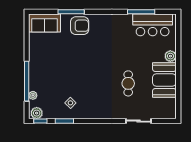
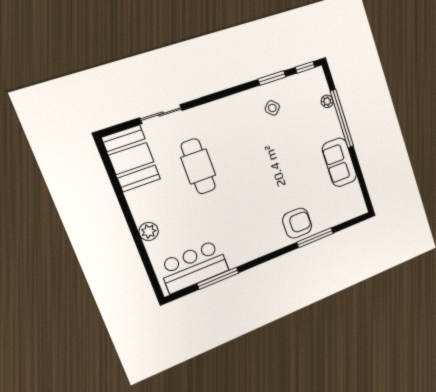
sofa: (44, 23) -> (339, 162), moved, turned -90
armchair: (80, 26) -> (297, 223), turned 180
booth: (164, 80) -> (131, 158), moved
cafe table: (128, 83) -> (198, 166), width x1.37, depth x1.35
plant: (37, 113) -> (314, 77), removed

